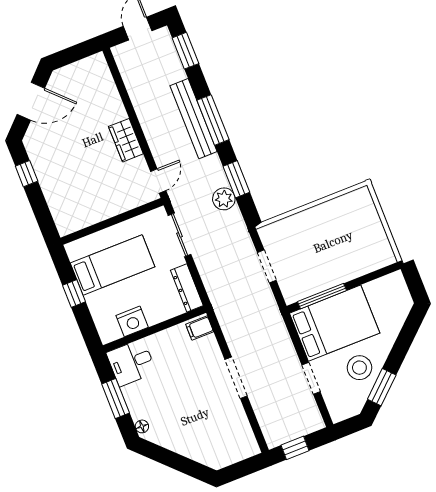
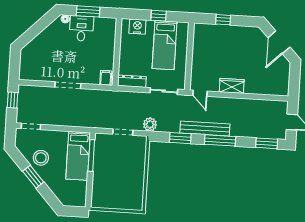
bench: (194, 119) -> (205, 129), moved
window: (27, 174) -> (223, 20), moved
plant: (224, 199) -> (150, 124), moved
nightstand: (132, 321) -> (137, 27), moved, turned 90
bed: (335, 323) -> (78, 156), width x0.67
desk: (131, 363) -> (81, 28), moved
doorway: (311, 378) -> (31, 126), moved
window: (382, 387) -> (33, 177), moved

